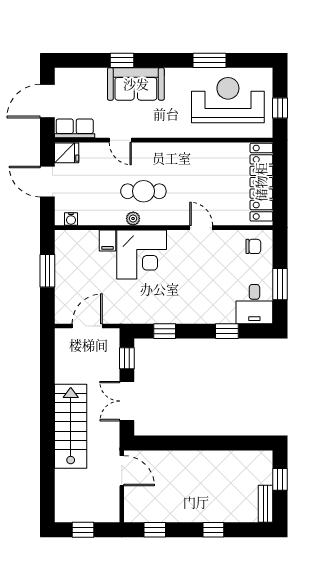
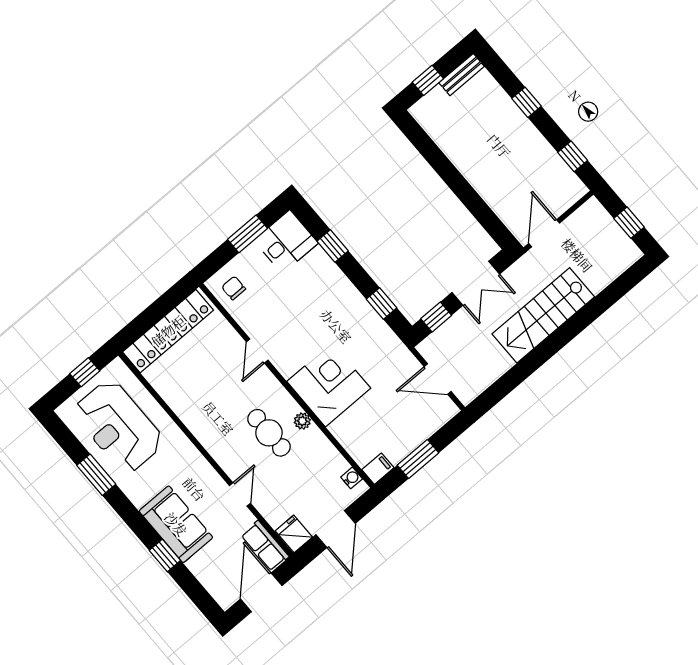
door: (47, 101) -> (261, 592), swing flipped
filing cabinet: (108, 240) -> (378, 469), moved

